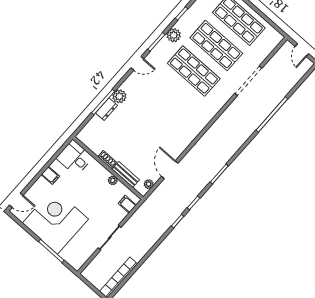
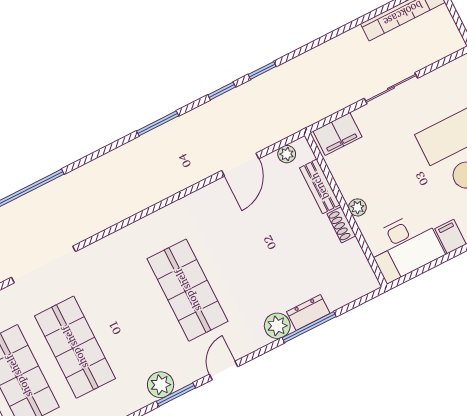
plant: (174, 35) -> (161, 385), moved
door: (137, 63) -> (224, 371), hinge flipped
shop shelf: (194, 71) -> (188, 290), moved
desk: (75, 158) -> (405, 246), width x1.37
plant: (113, 180) -> (357, 207), moved
filing cabinet: (127, 204) -> (337, 134), width x2.00

